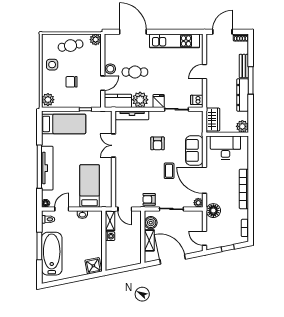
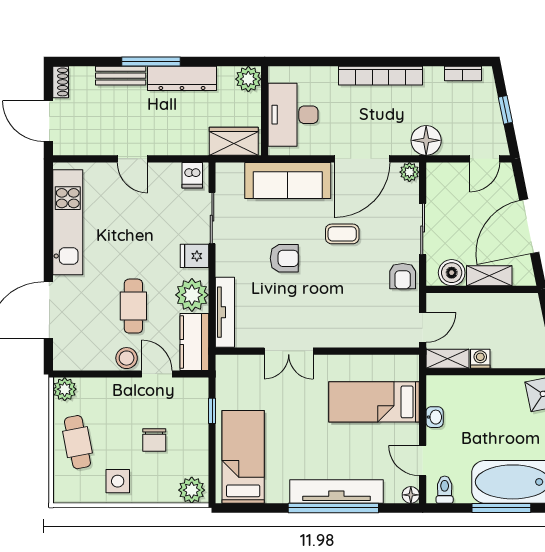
sofa: (194, 150) -> (288, 180), width x1.36

